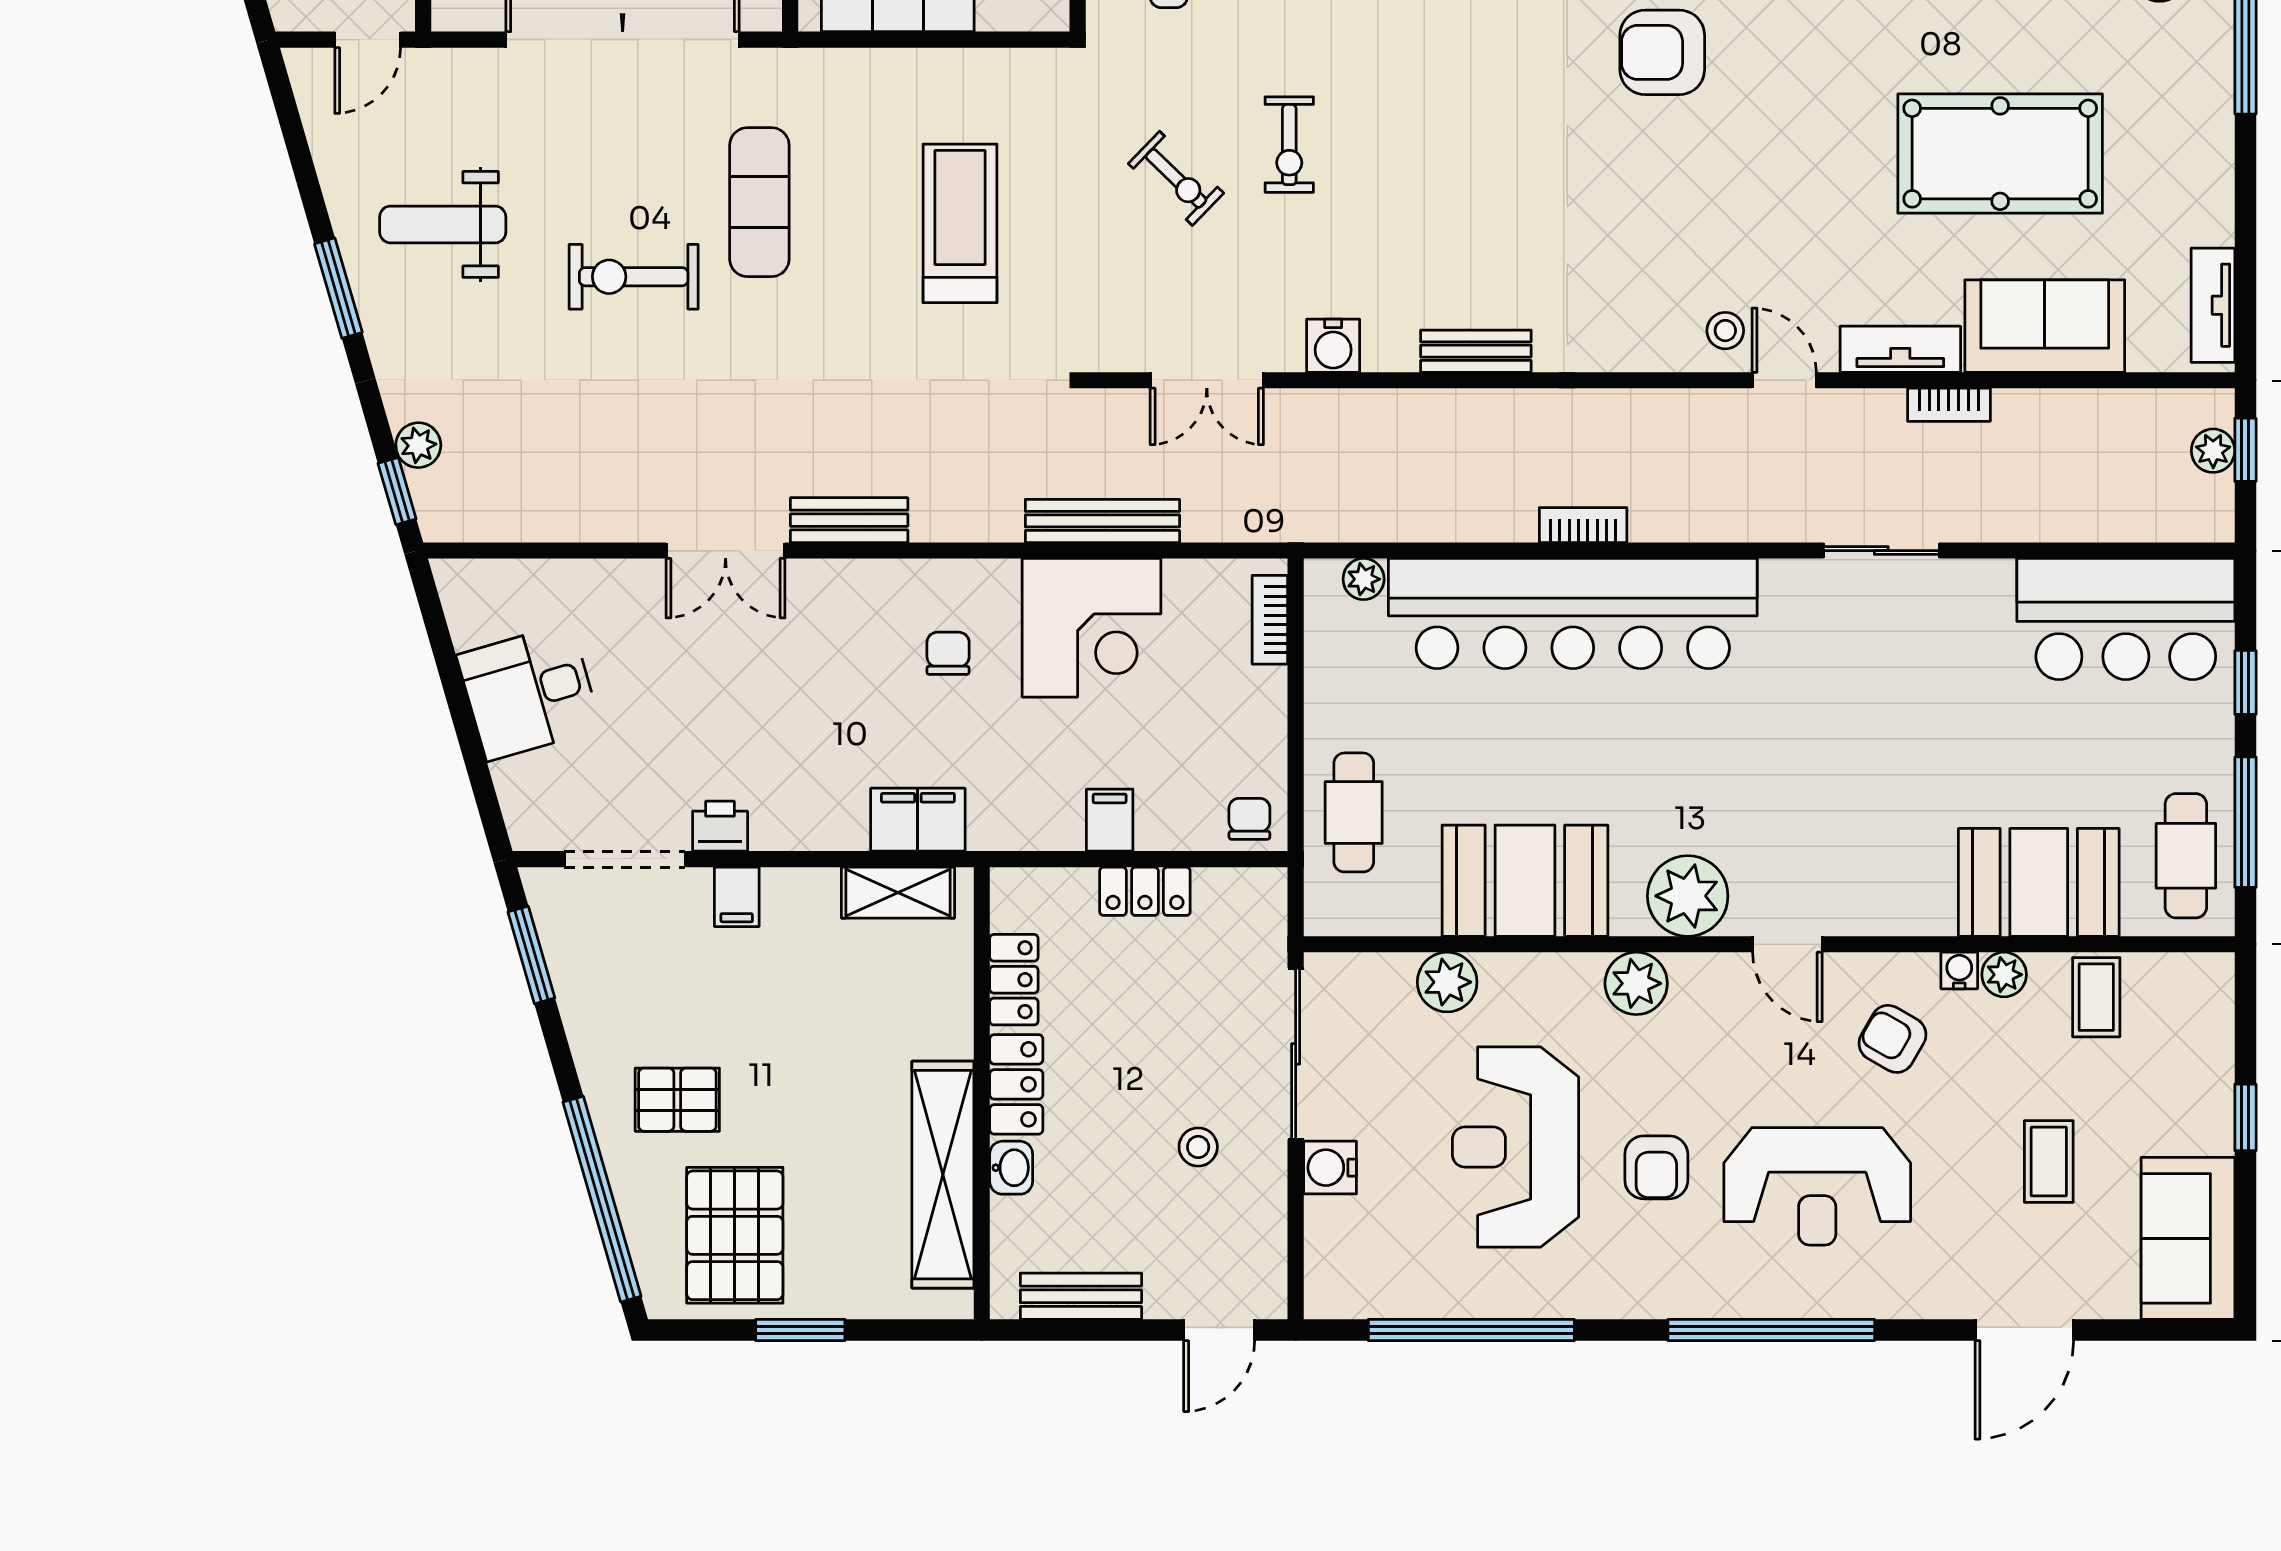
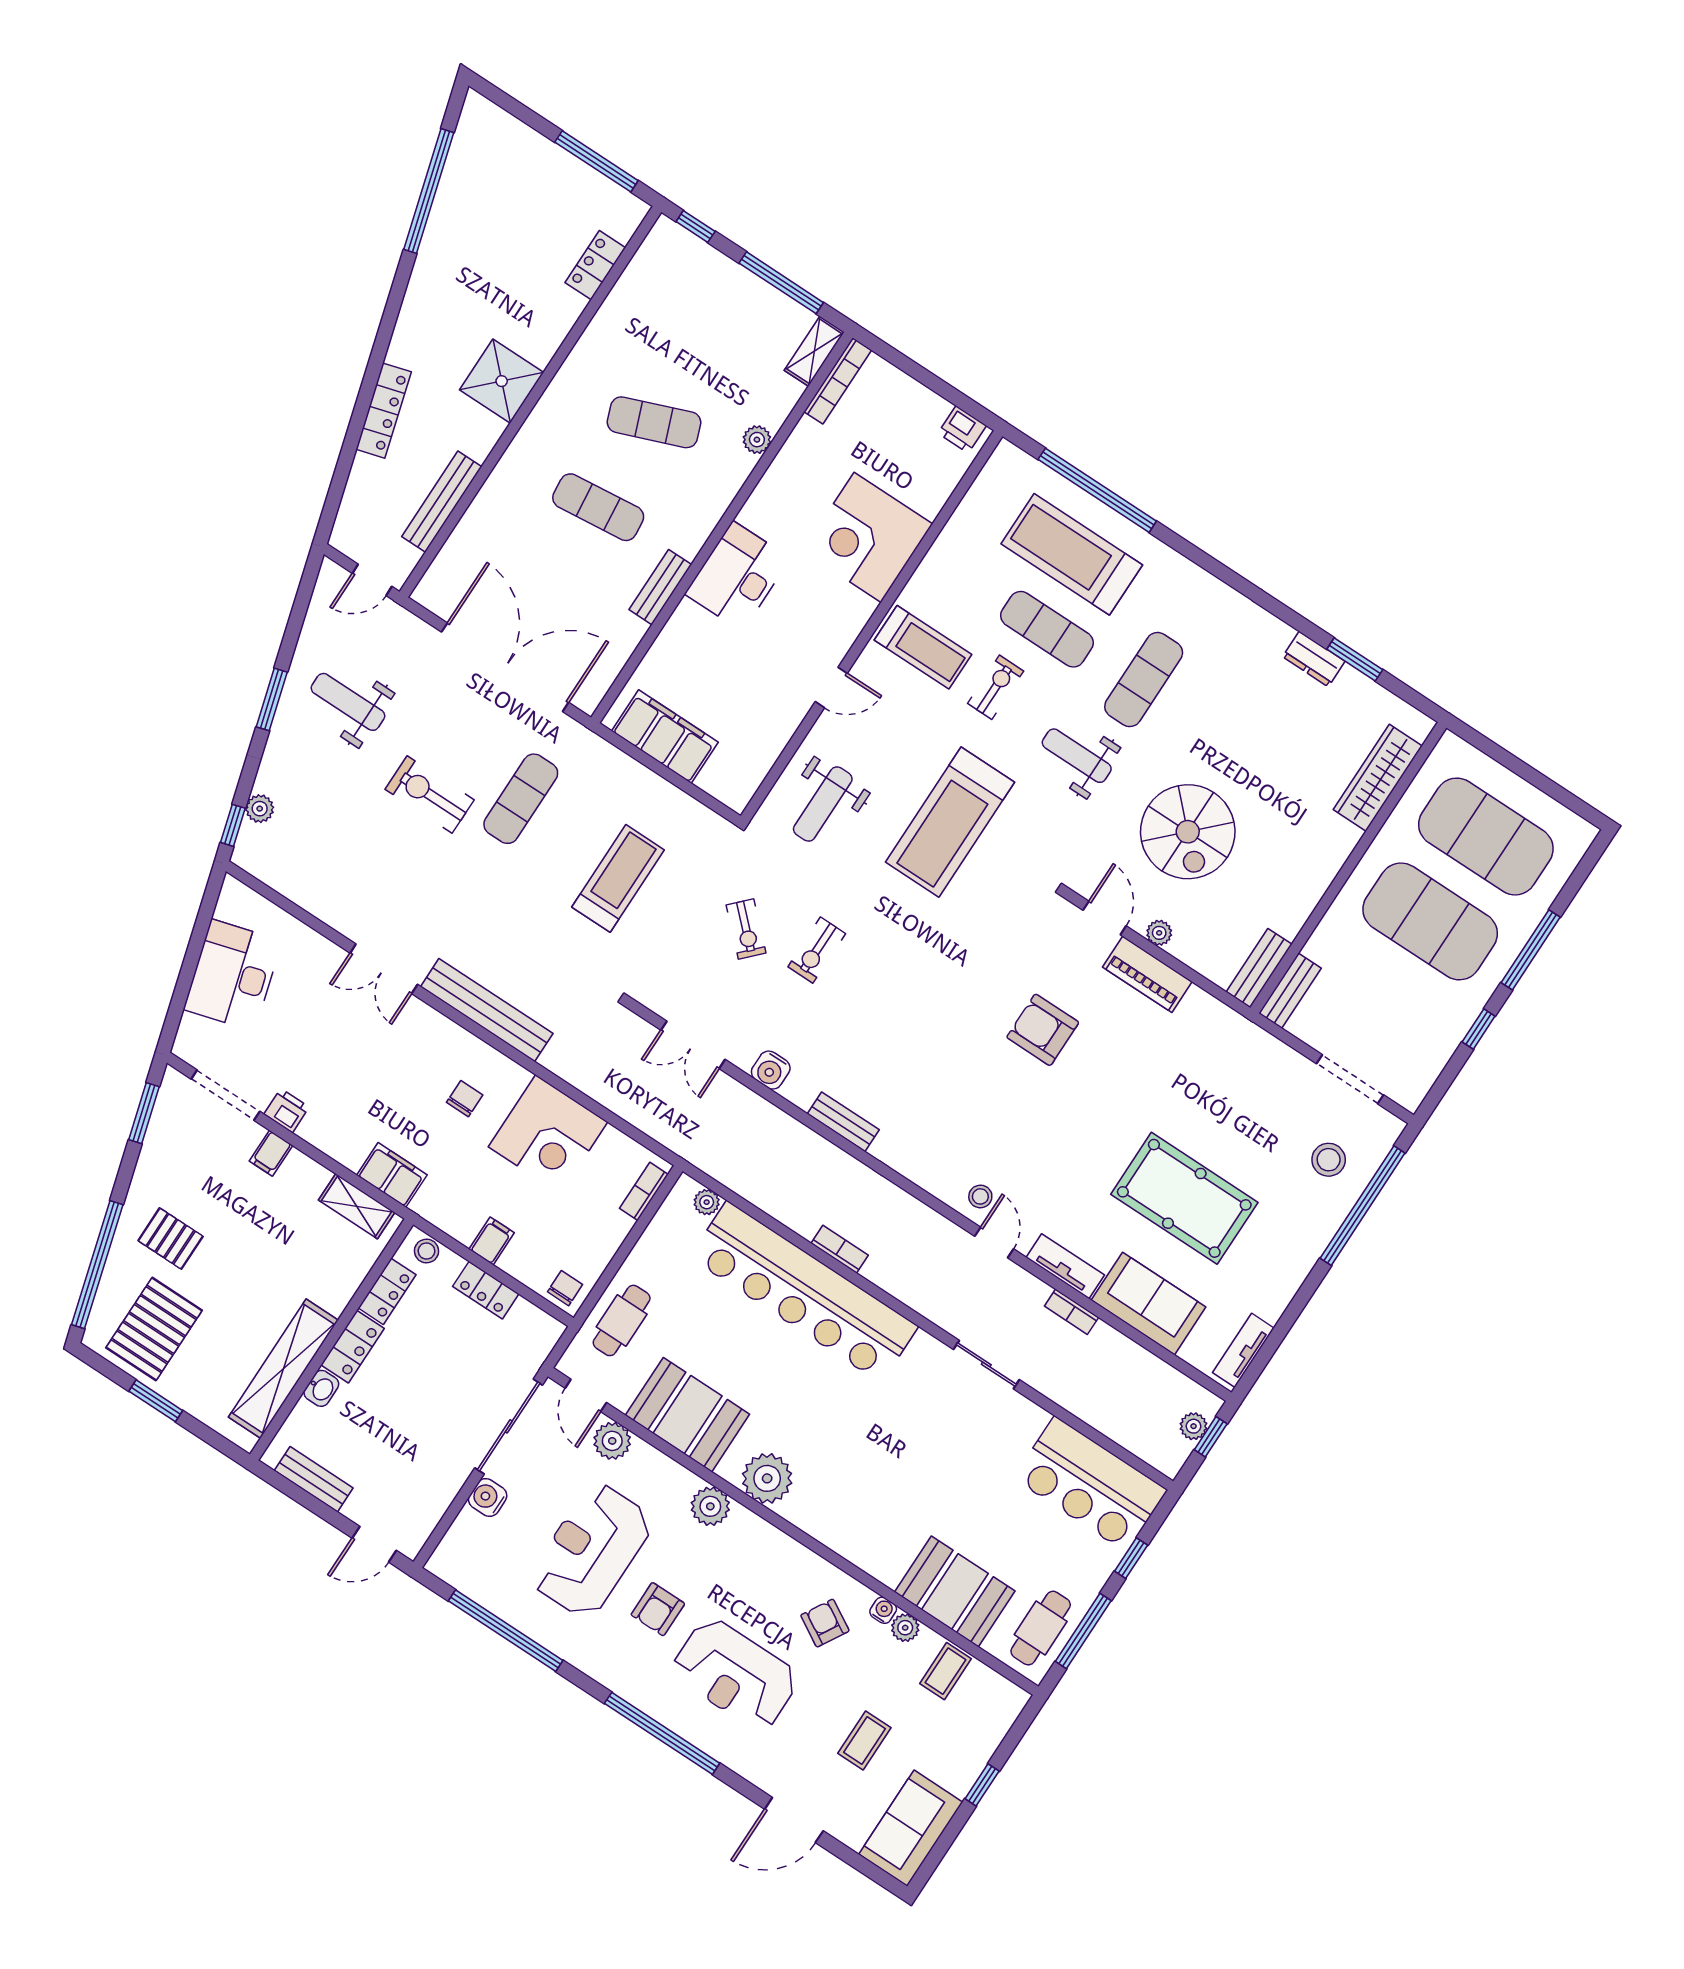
bench: (849, 520) -> (487, 1010), width x1.86, depth x1.21
bench: (1102, 521) -> (590, 1082), removed
desk: (529, 692) -> (233, 975), width x1.37
door: (1787, 944) -> (586, 1395), moved
stool: (1198, 1147) -> (427, 1251), moved

